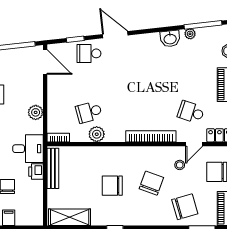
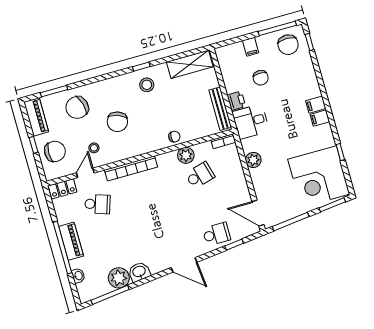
plant: (190, 34) -> (119, 278), width x1.88, depth x1.88
door: (115, 35) -> (184, 265), moved
chair: (112, 186) -> (174, 137), moved, width x0.54, depth x0.54
stool: (114, 210) -> (147, 85), added

